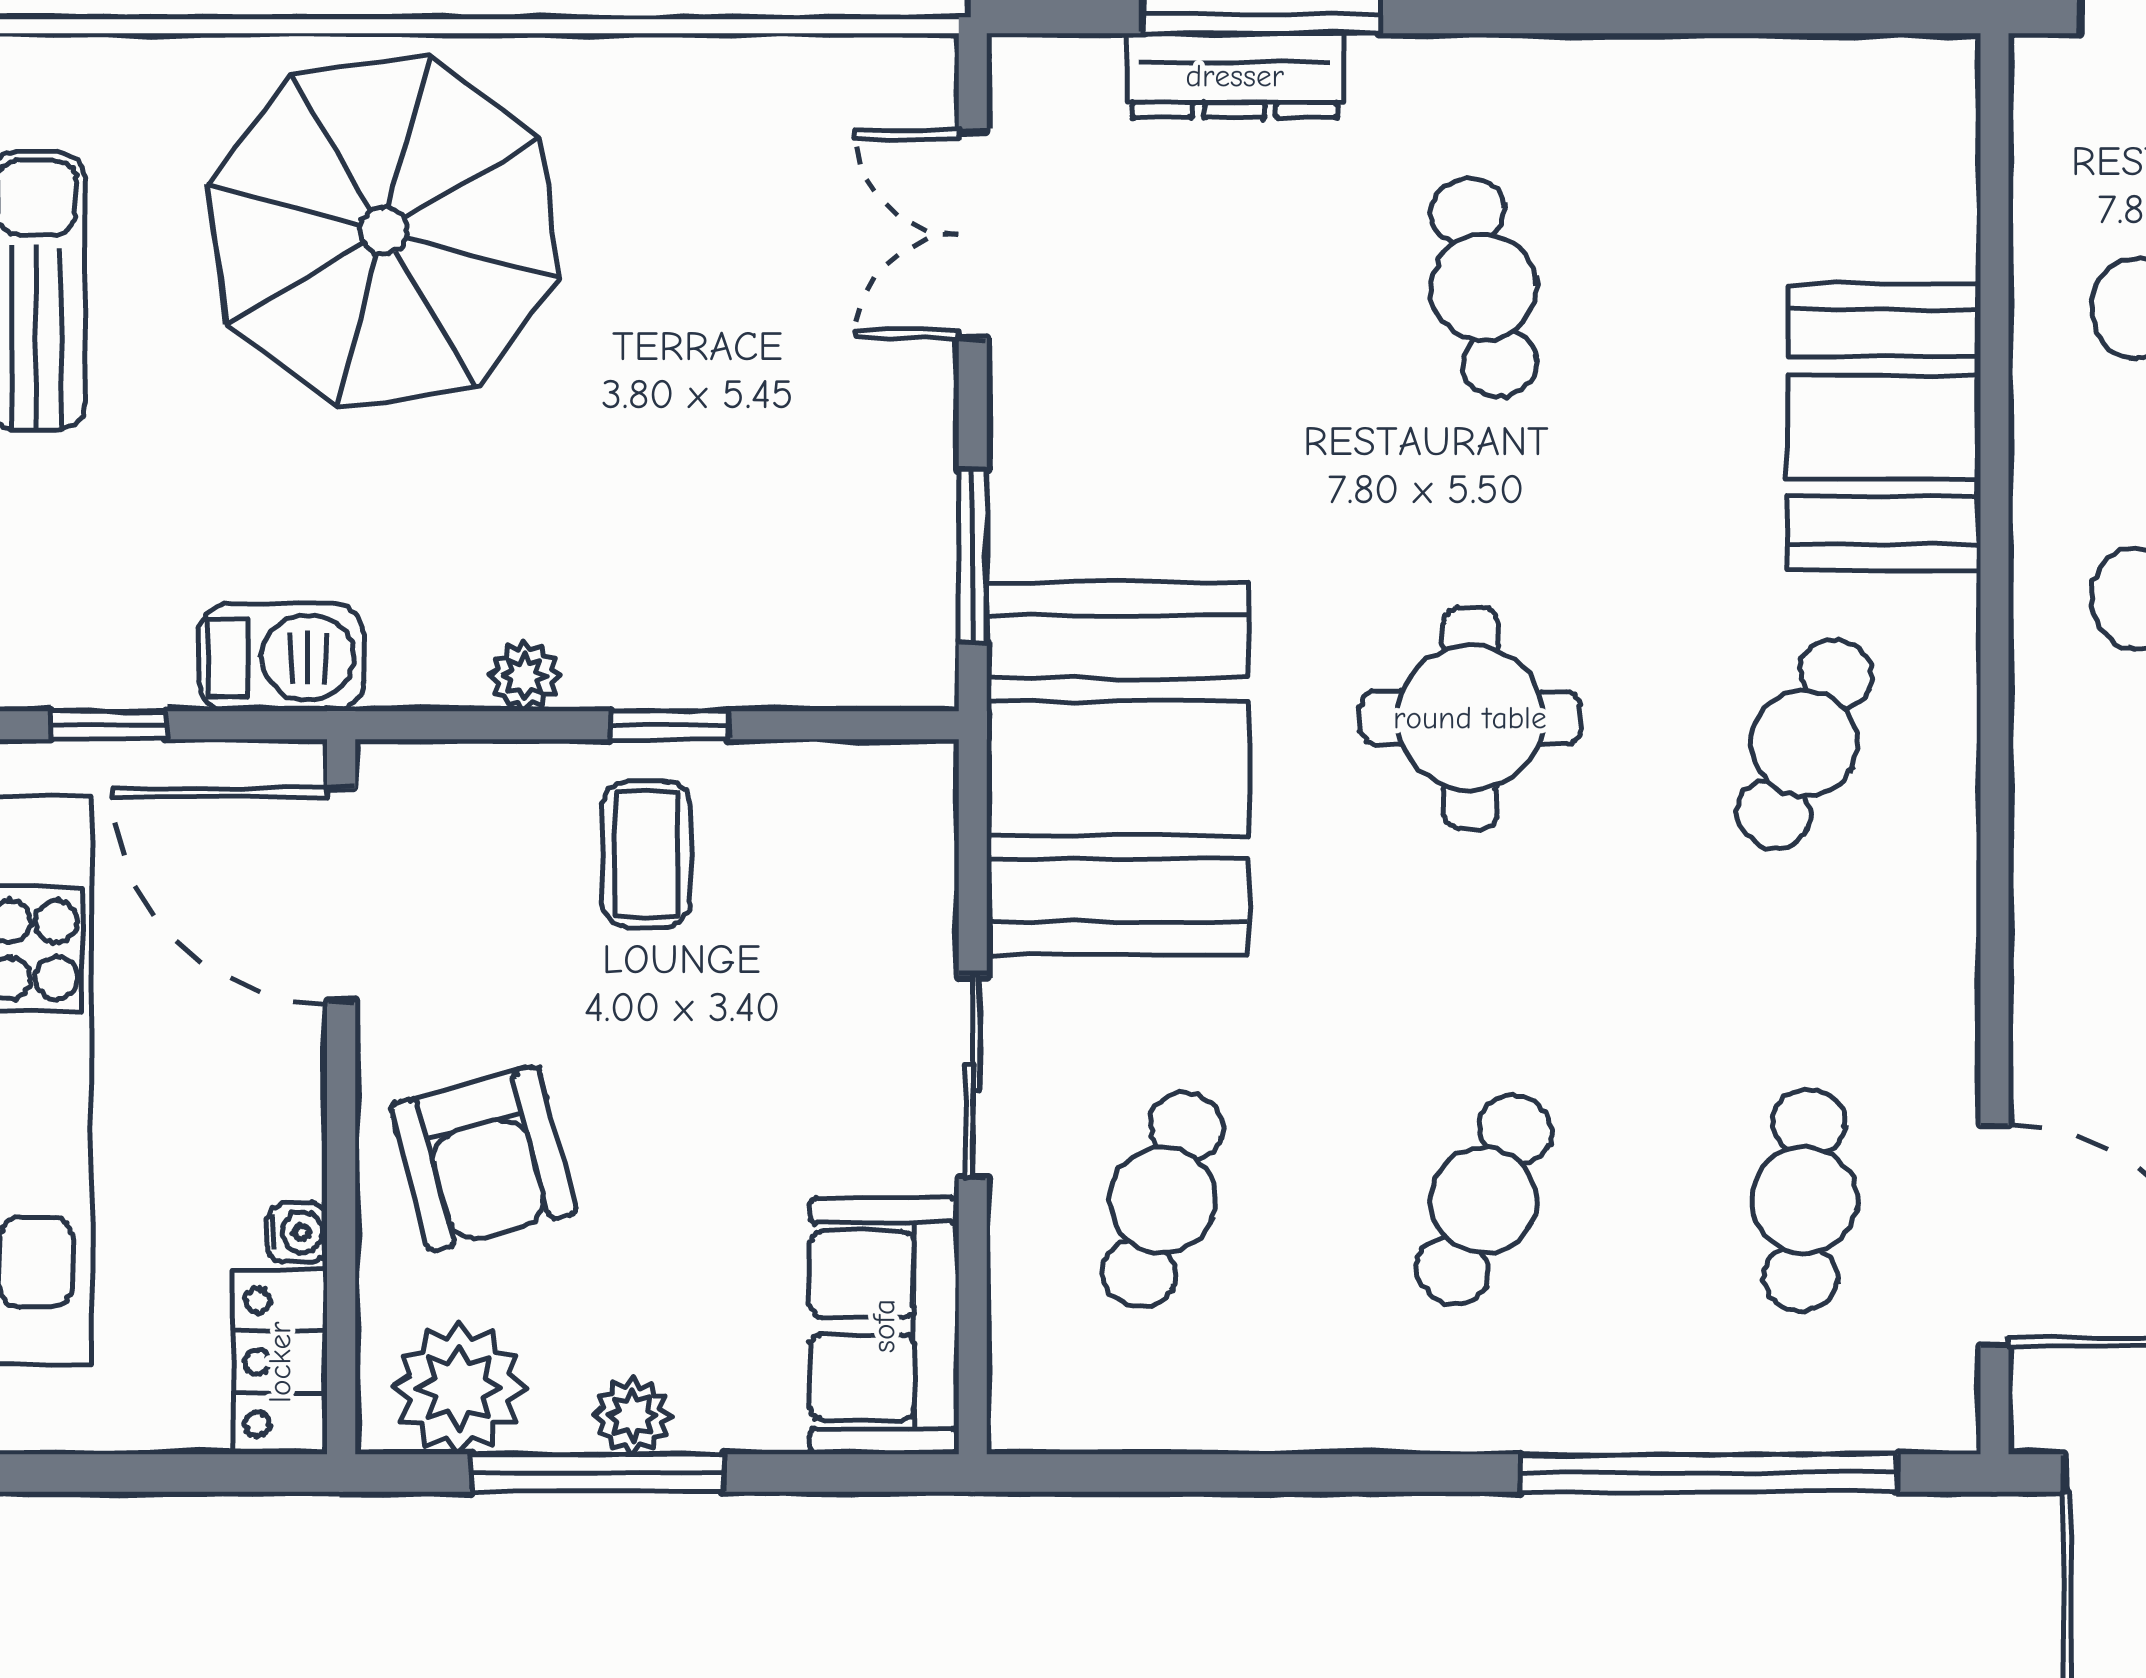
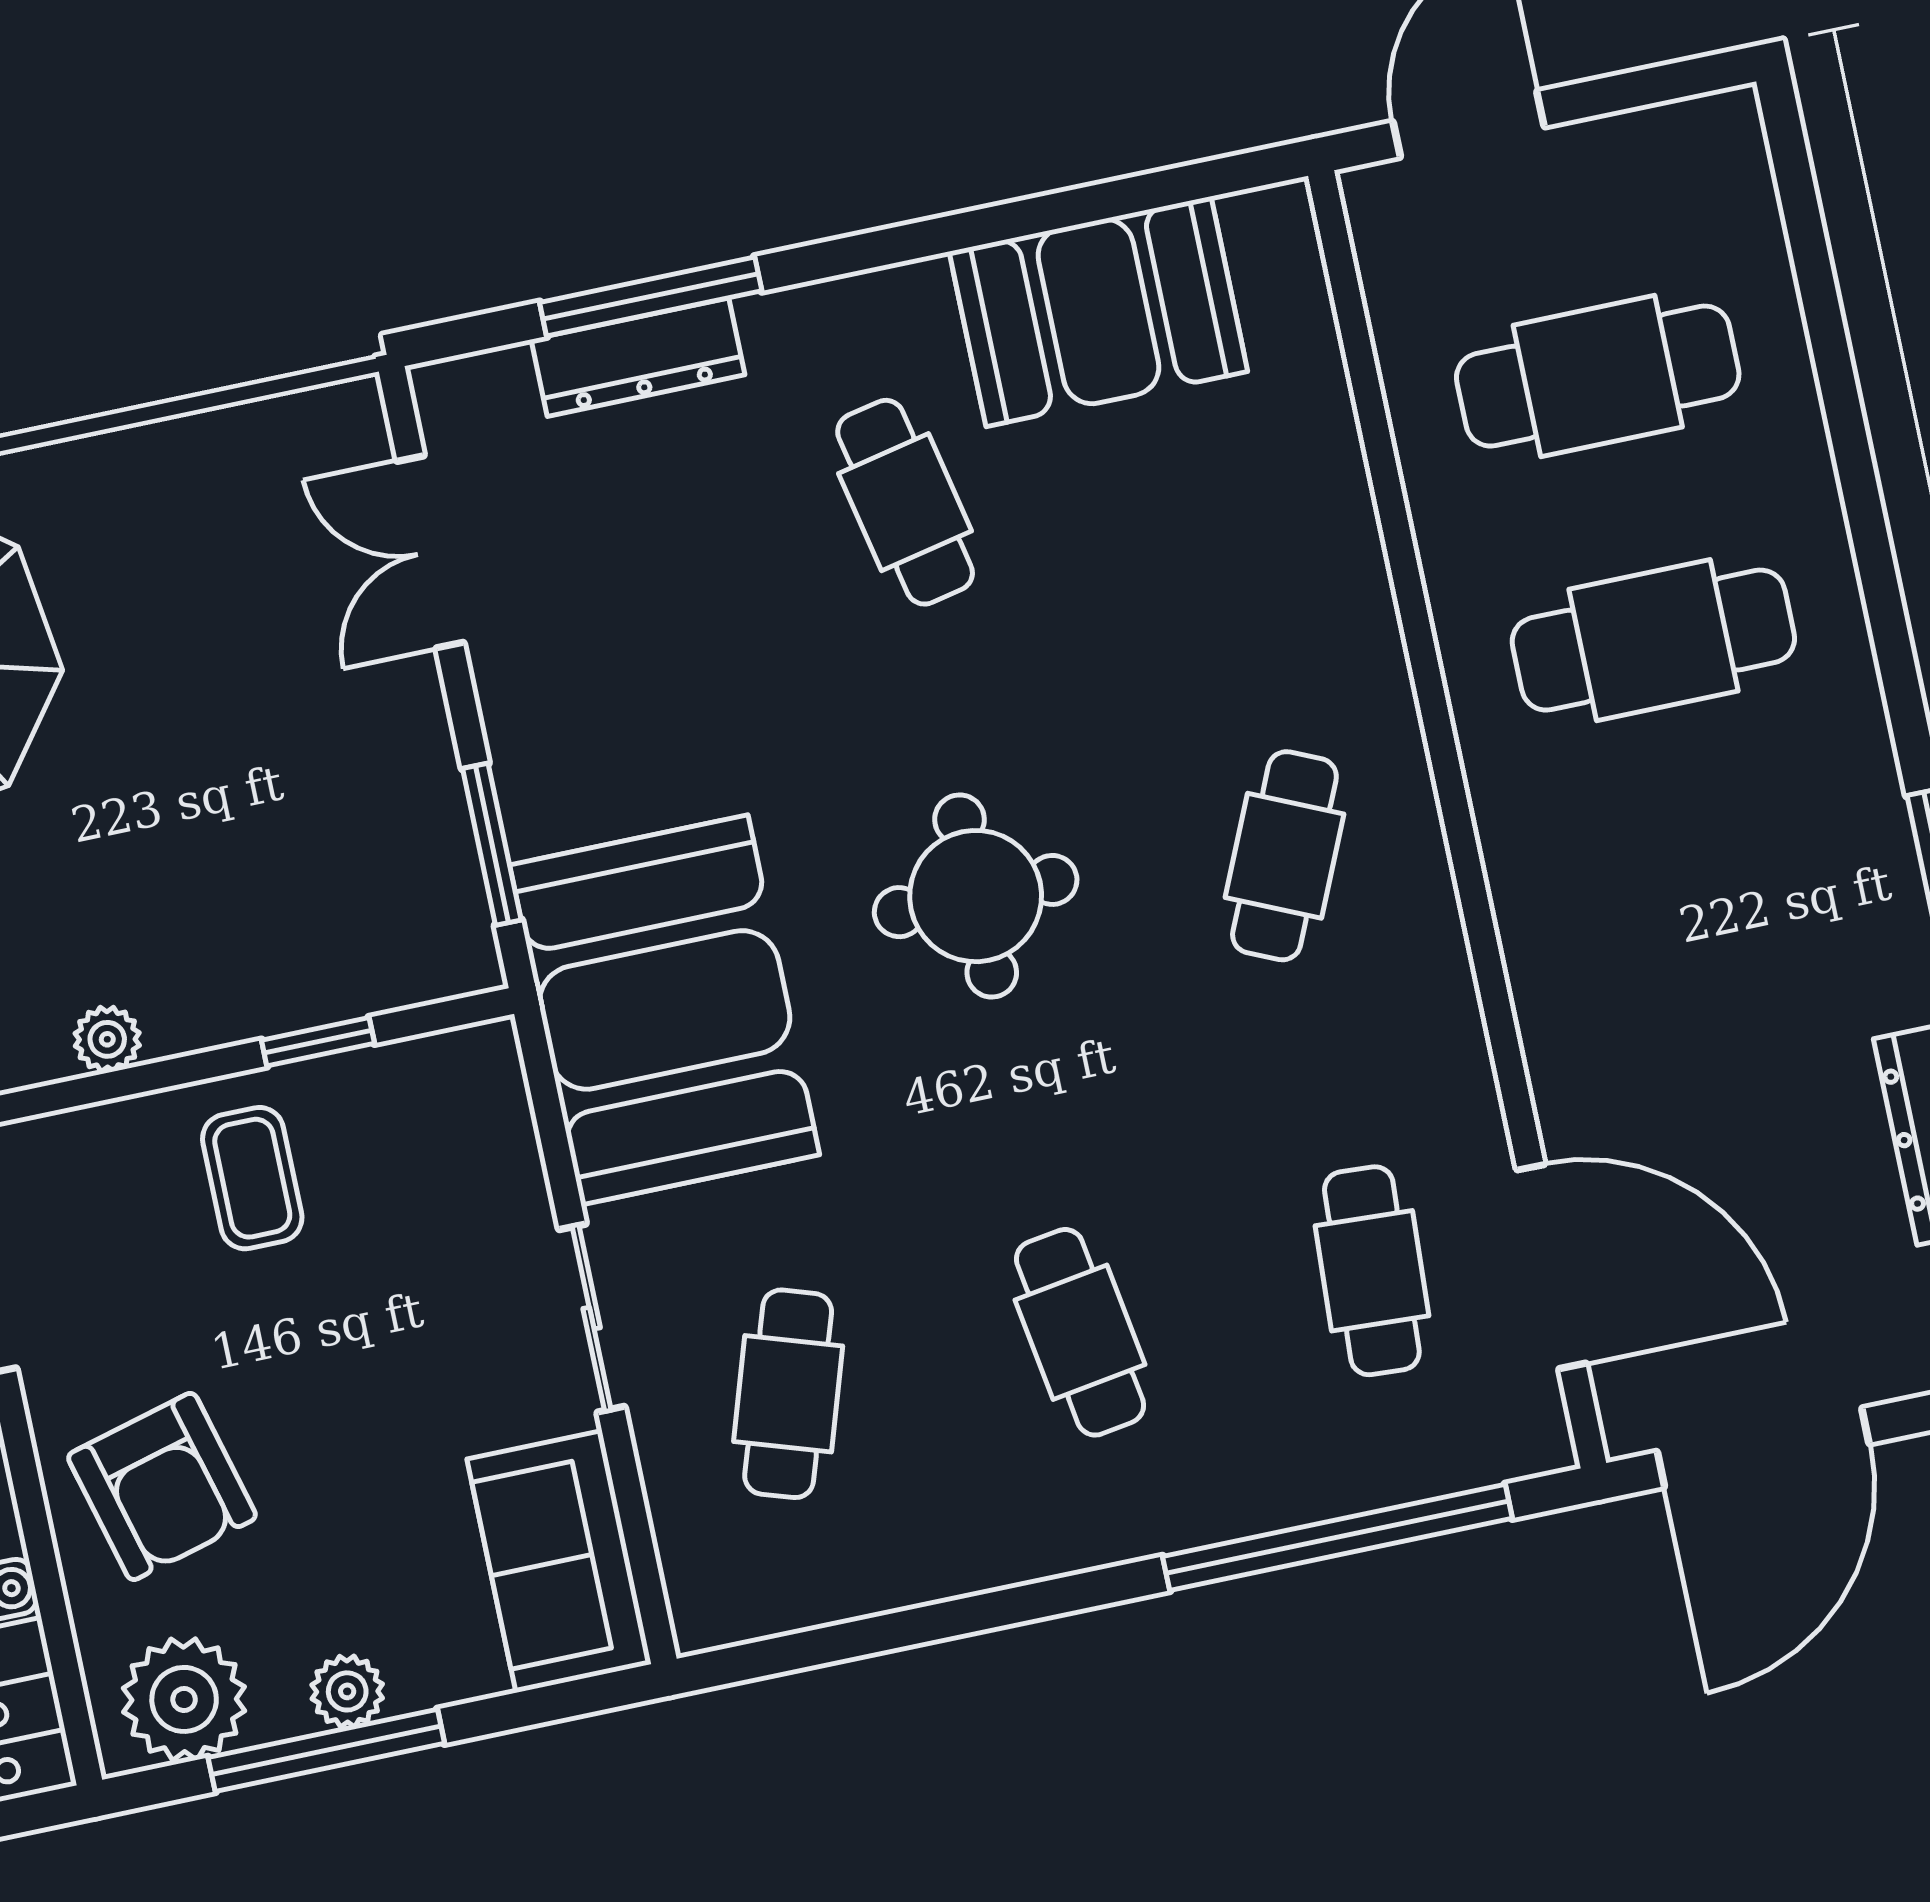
booth: (1884, 427) -> (1098, 311), moved, turned 90
window: (669, 725) -> (318, 1042), moved
cafe table: (1484, 1200) -> (1080, 1332), turned -33

